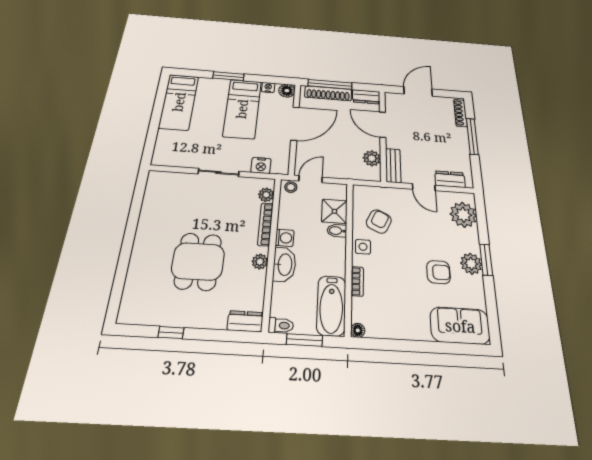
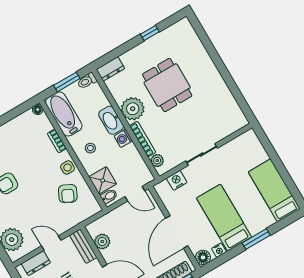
door: (311, 179) -> (135, 194), hinge flipped
stool: (291, 187) -> (90, 148), moved
bidet: (337, 231) -> (109, 196), moved
plant: (260, 262) -> (133, 109), width x1.87, depth x1.87

